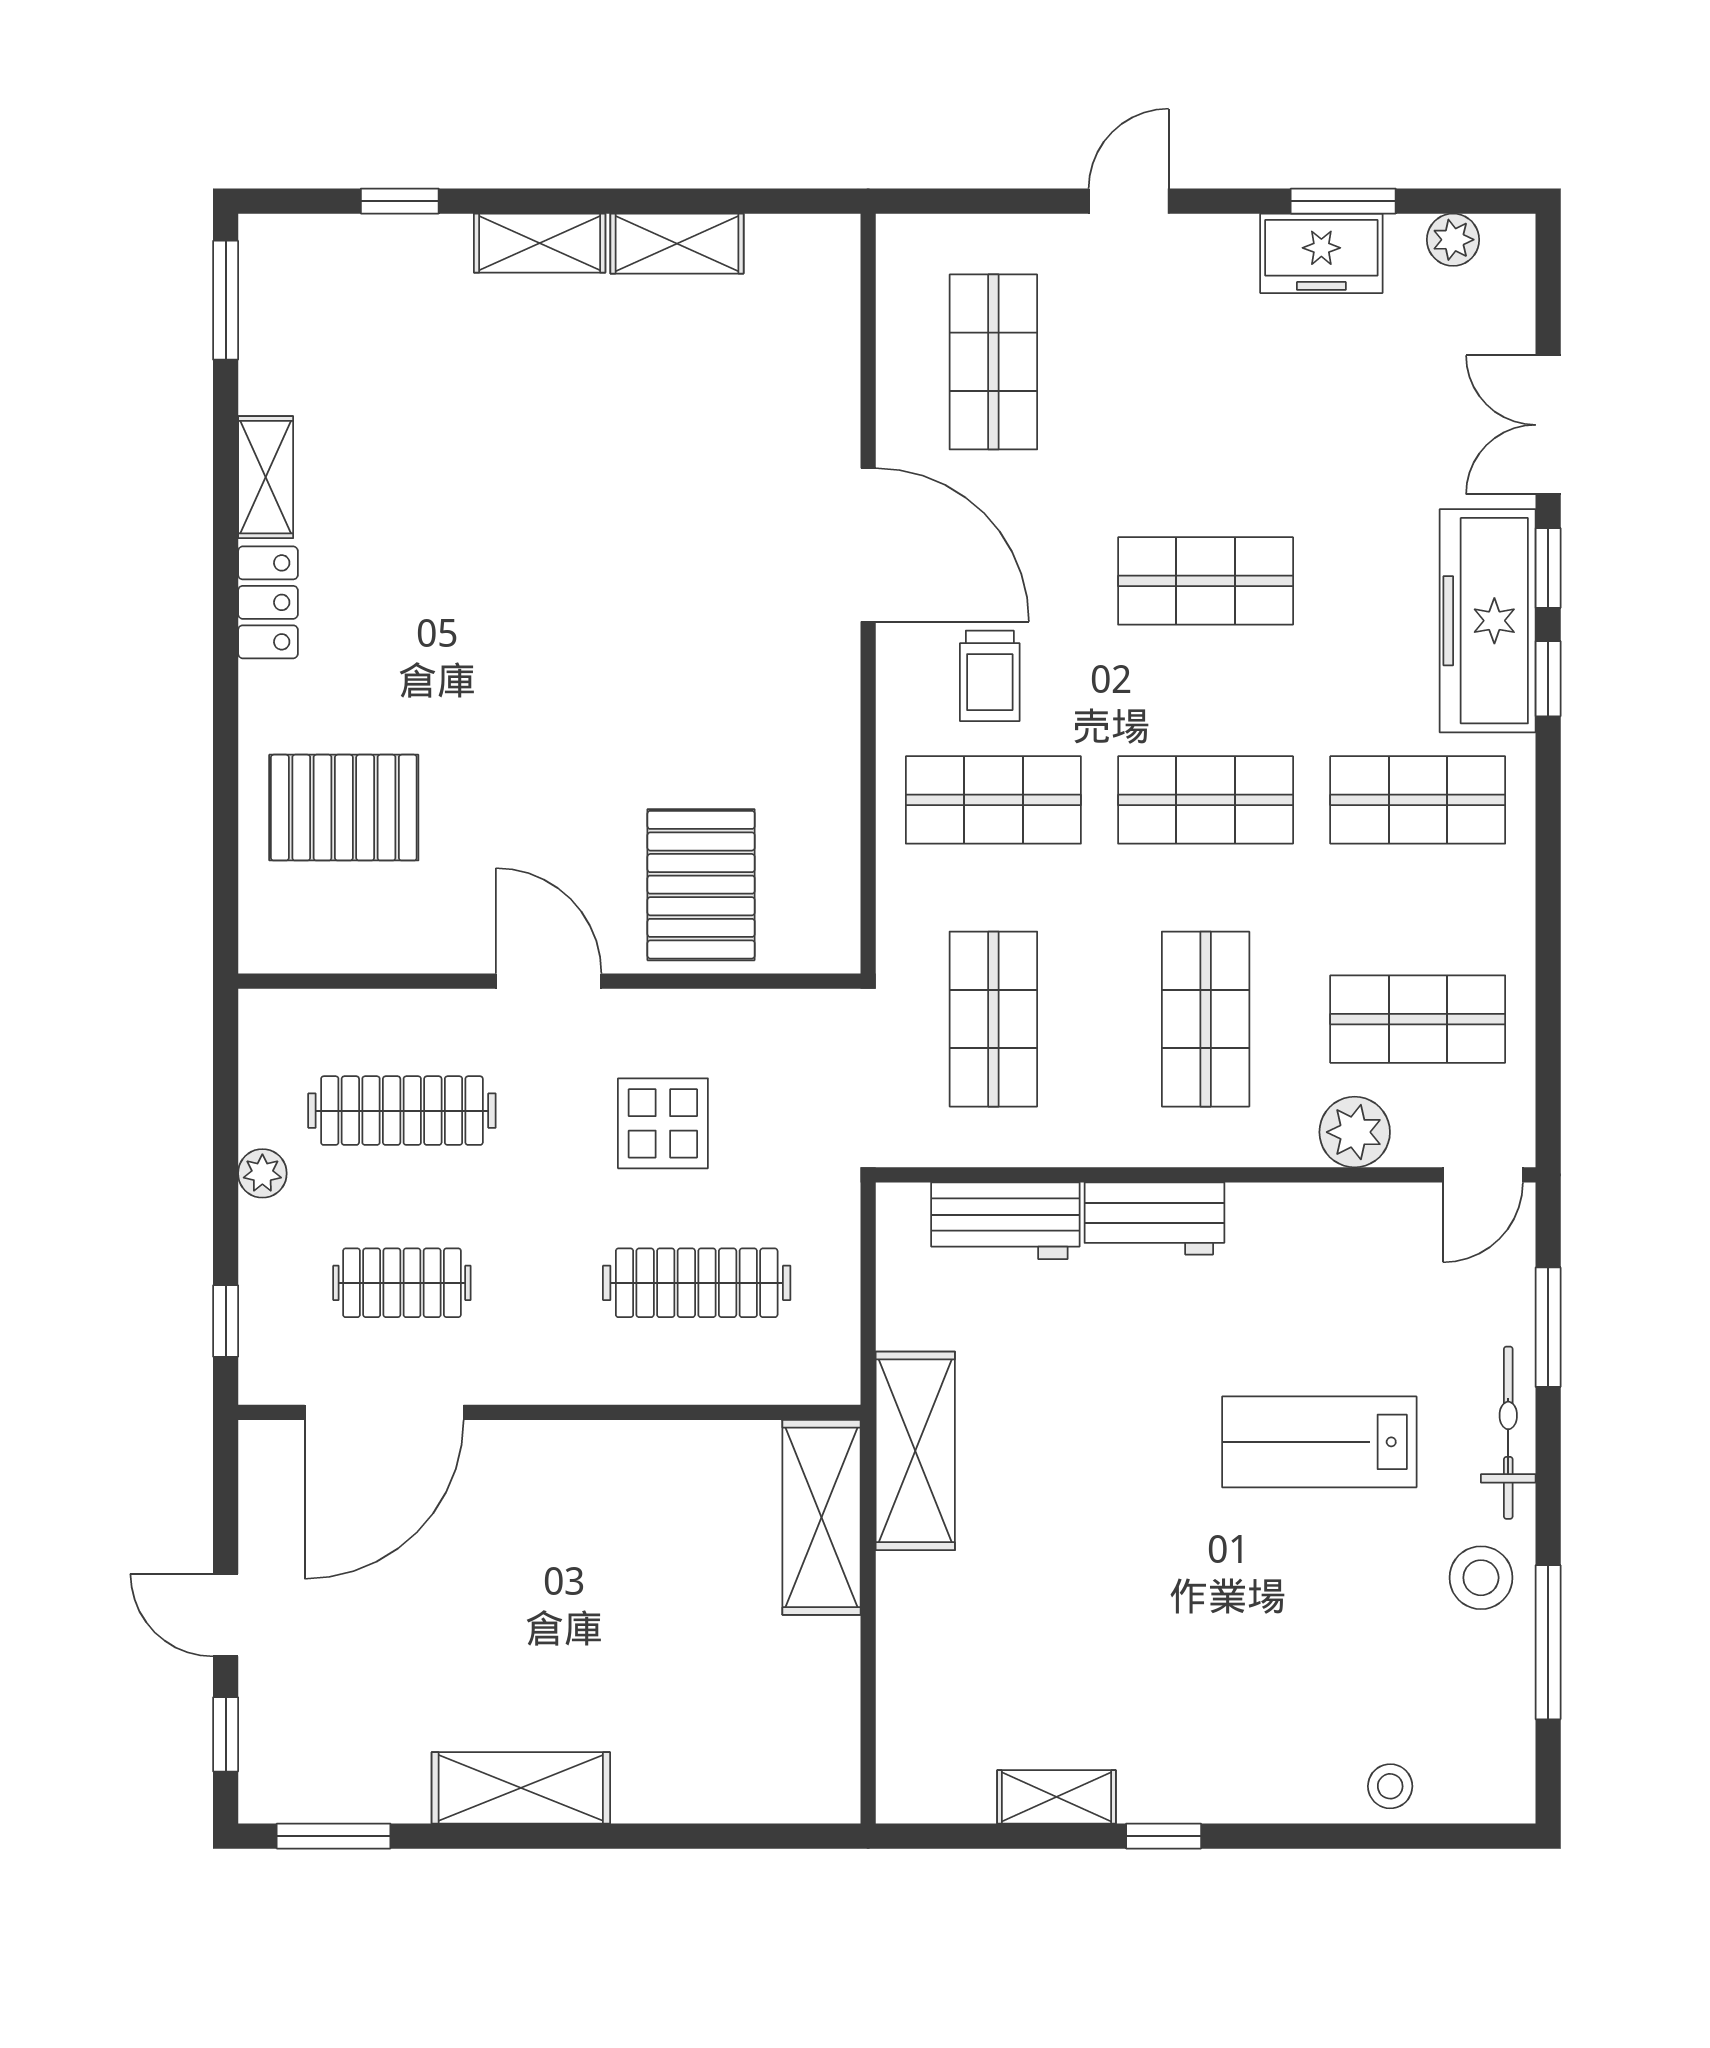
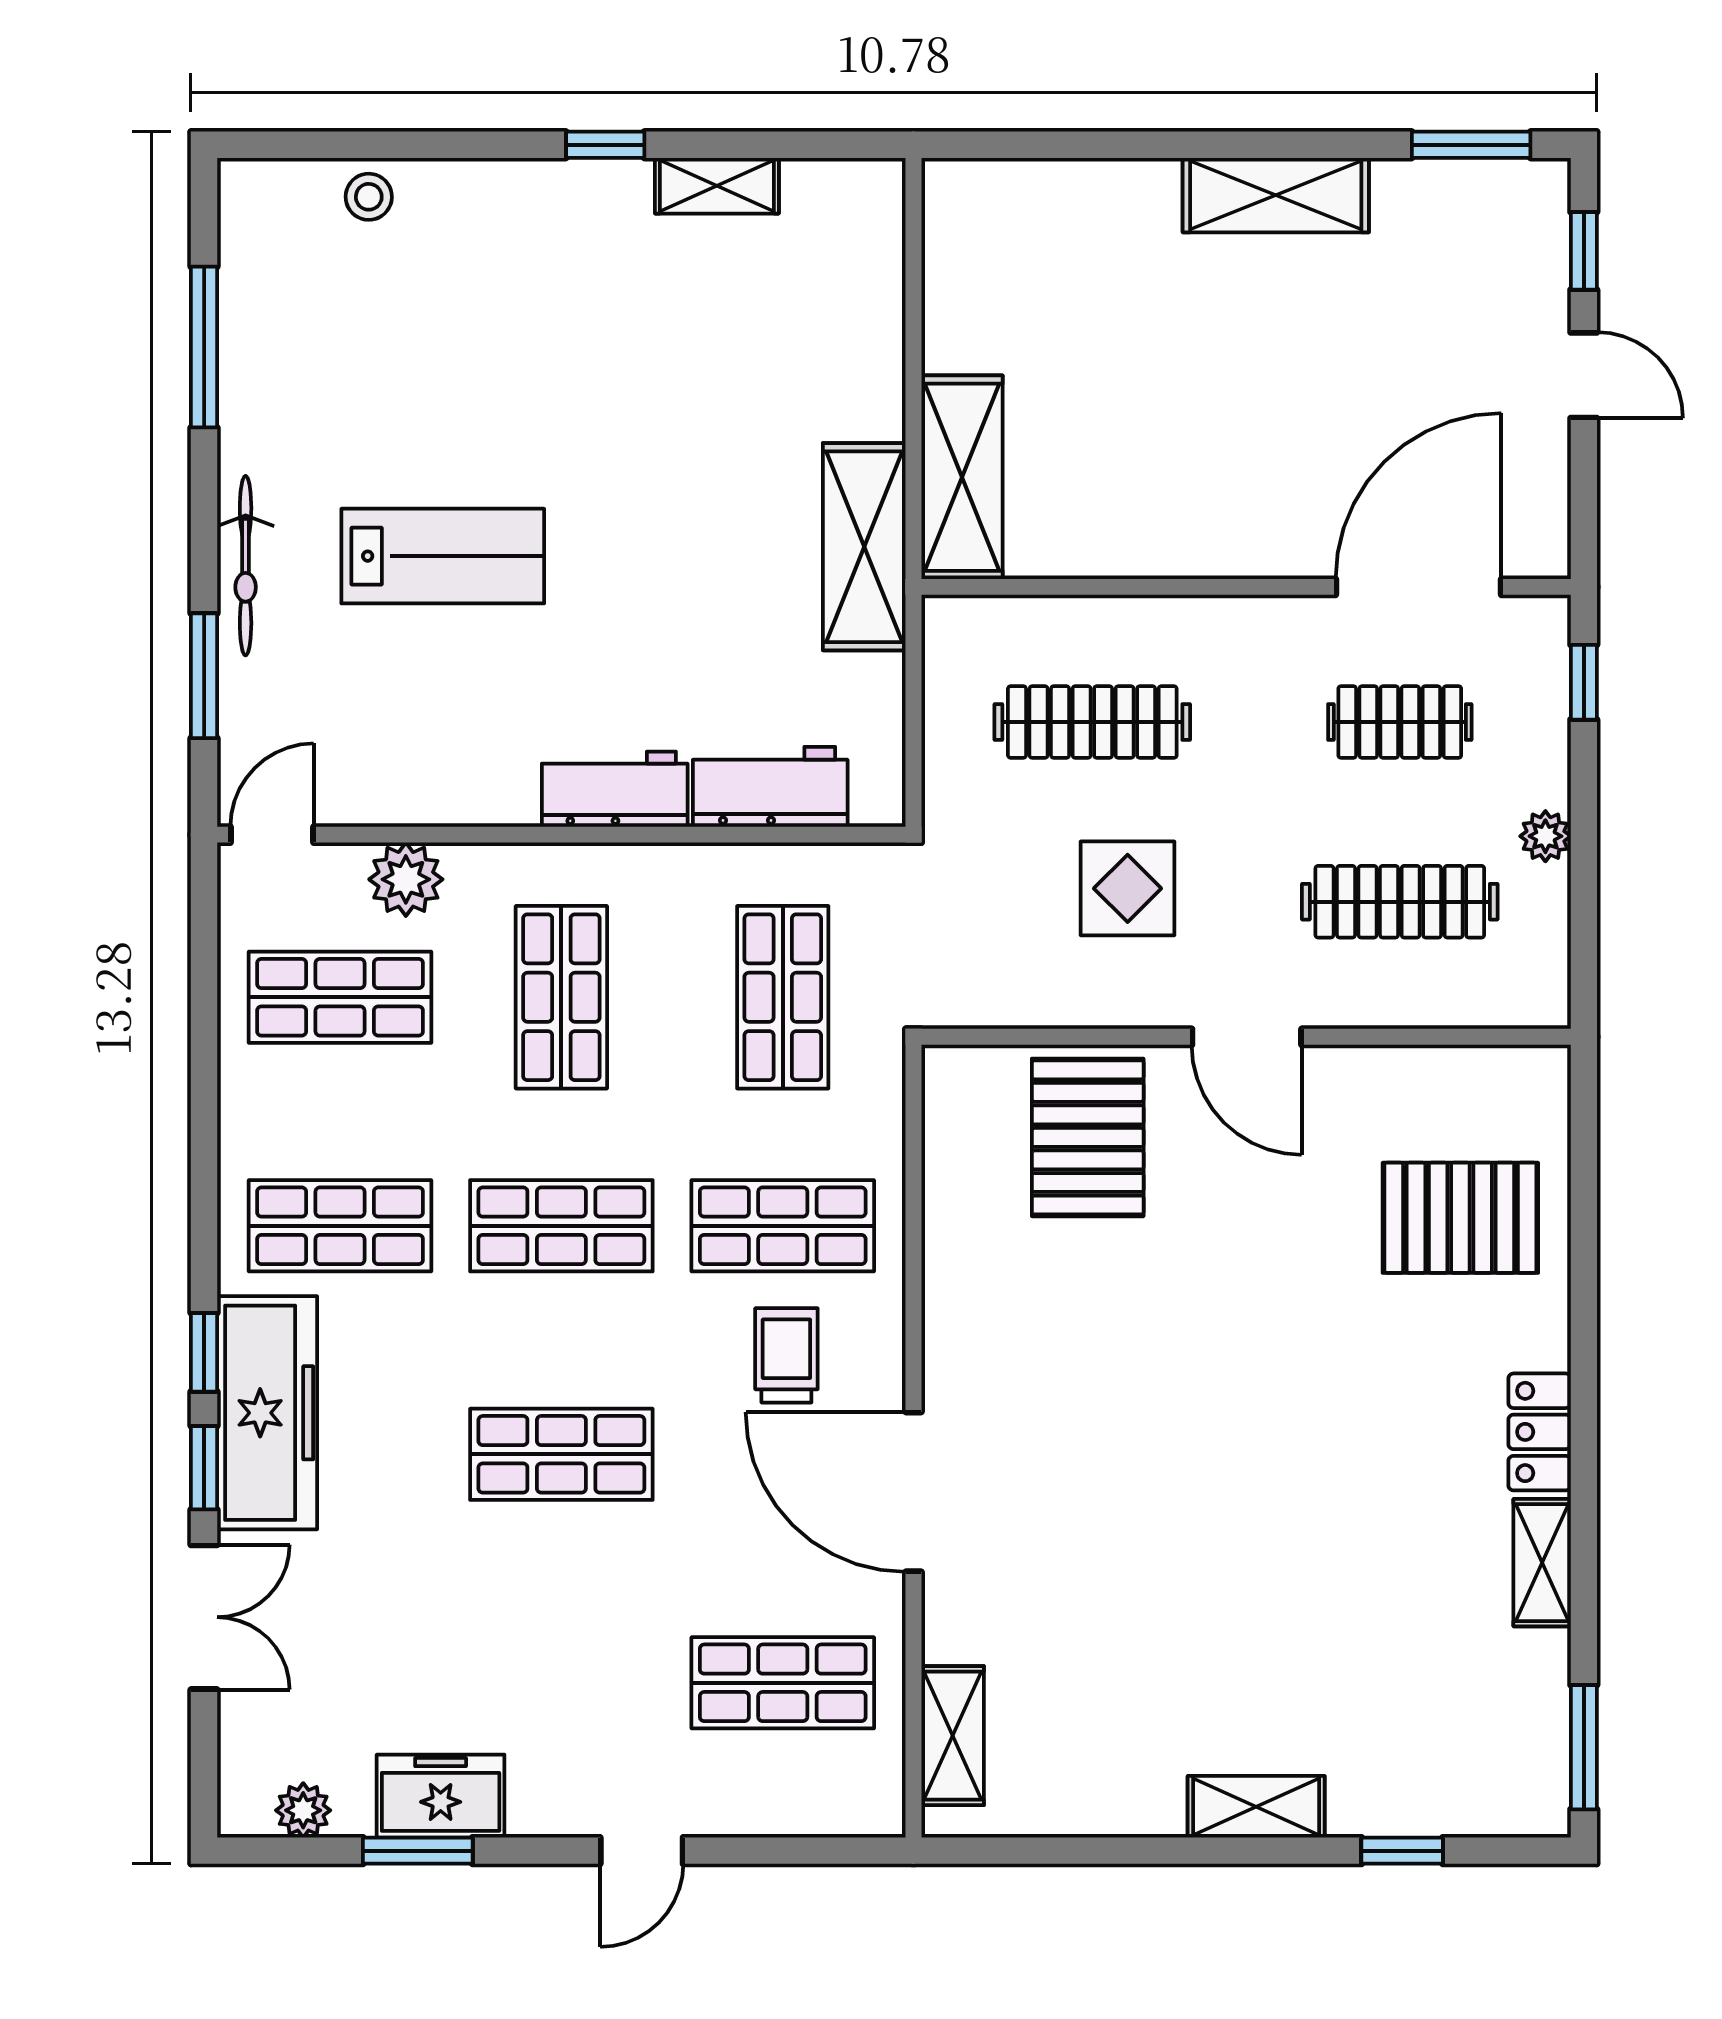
shelving: (677, 244) -> (953, 1736), moved, turned 90
shop shelf: (993, 362) -> (783, 1683), turned 90
stool: (1481, 1578) -> (274, 414), removed

